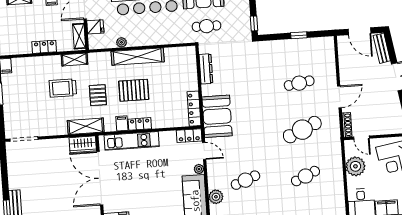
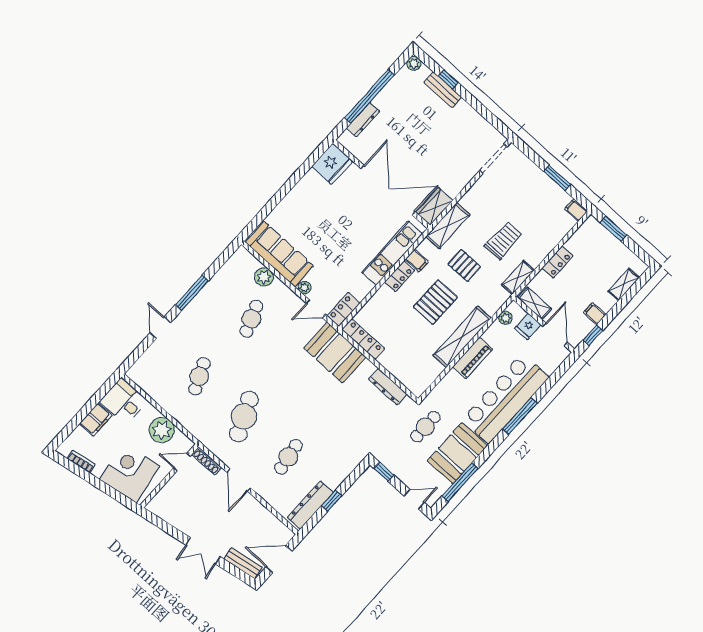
piano: (143, 39) -> (473, 358), added
plant: (122, 42) -> (506, 318), moved
dresser: (313, 44) -> (310, 505), added

